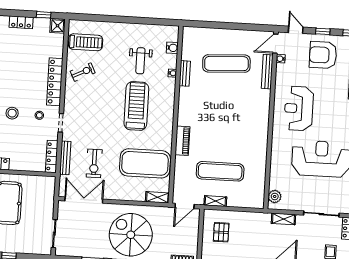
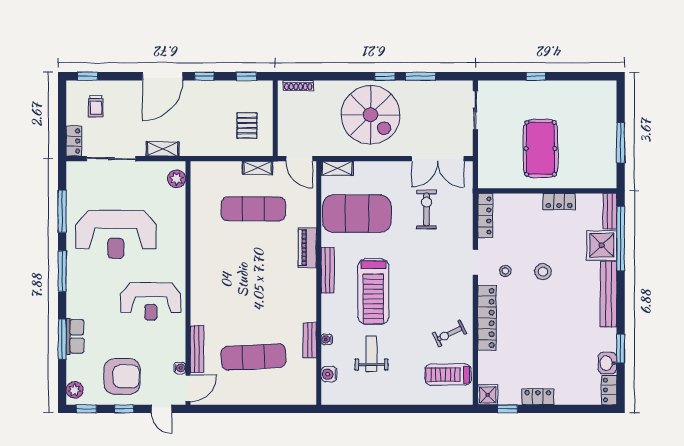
reception desk: (299, 108) -> (151, 301), turned 90
bench: (65, 158) -> (328, 270), moved
door: (185, 206) -> (299, 159), swing flipped

